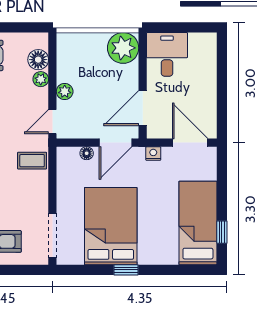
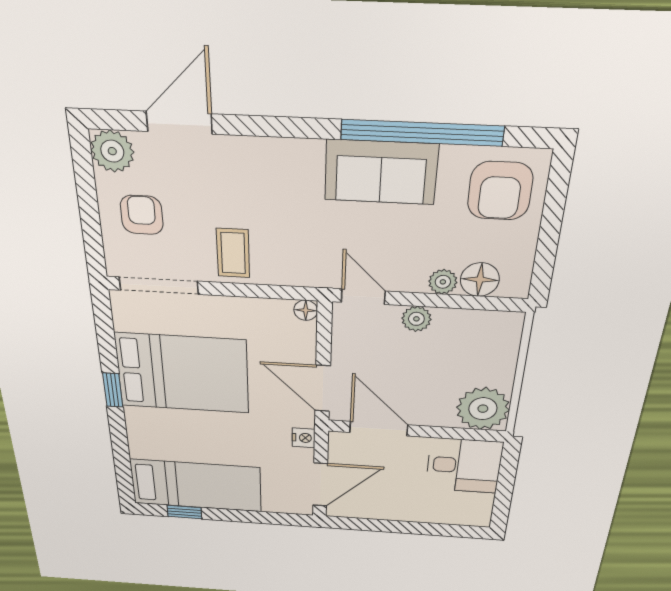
floor lamp: (87, 153) -> (306, 310), moved
coffee table: (32, 161) -> (233, 253), moved

